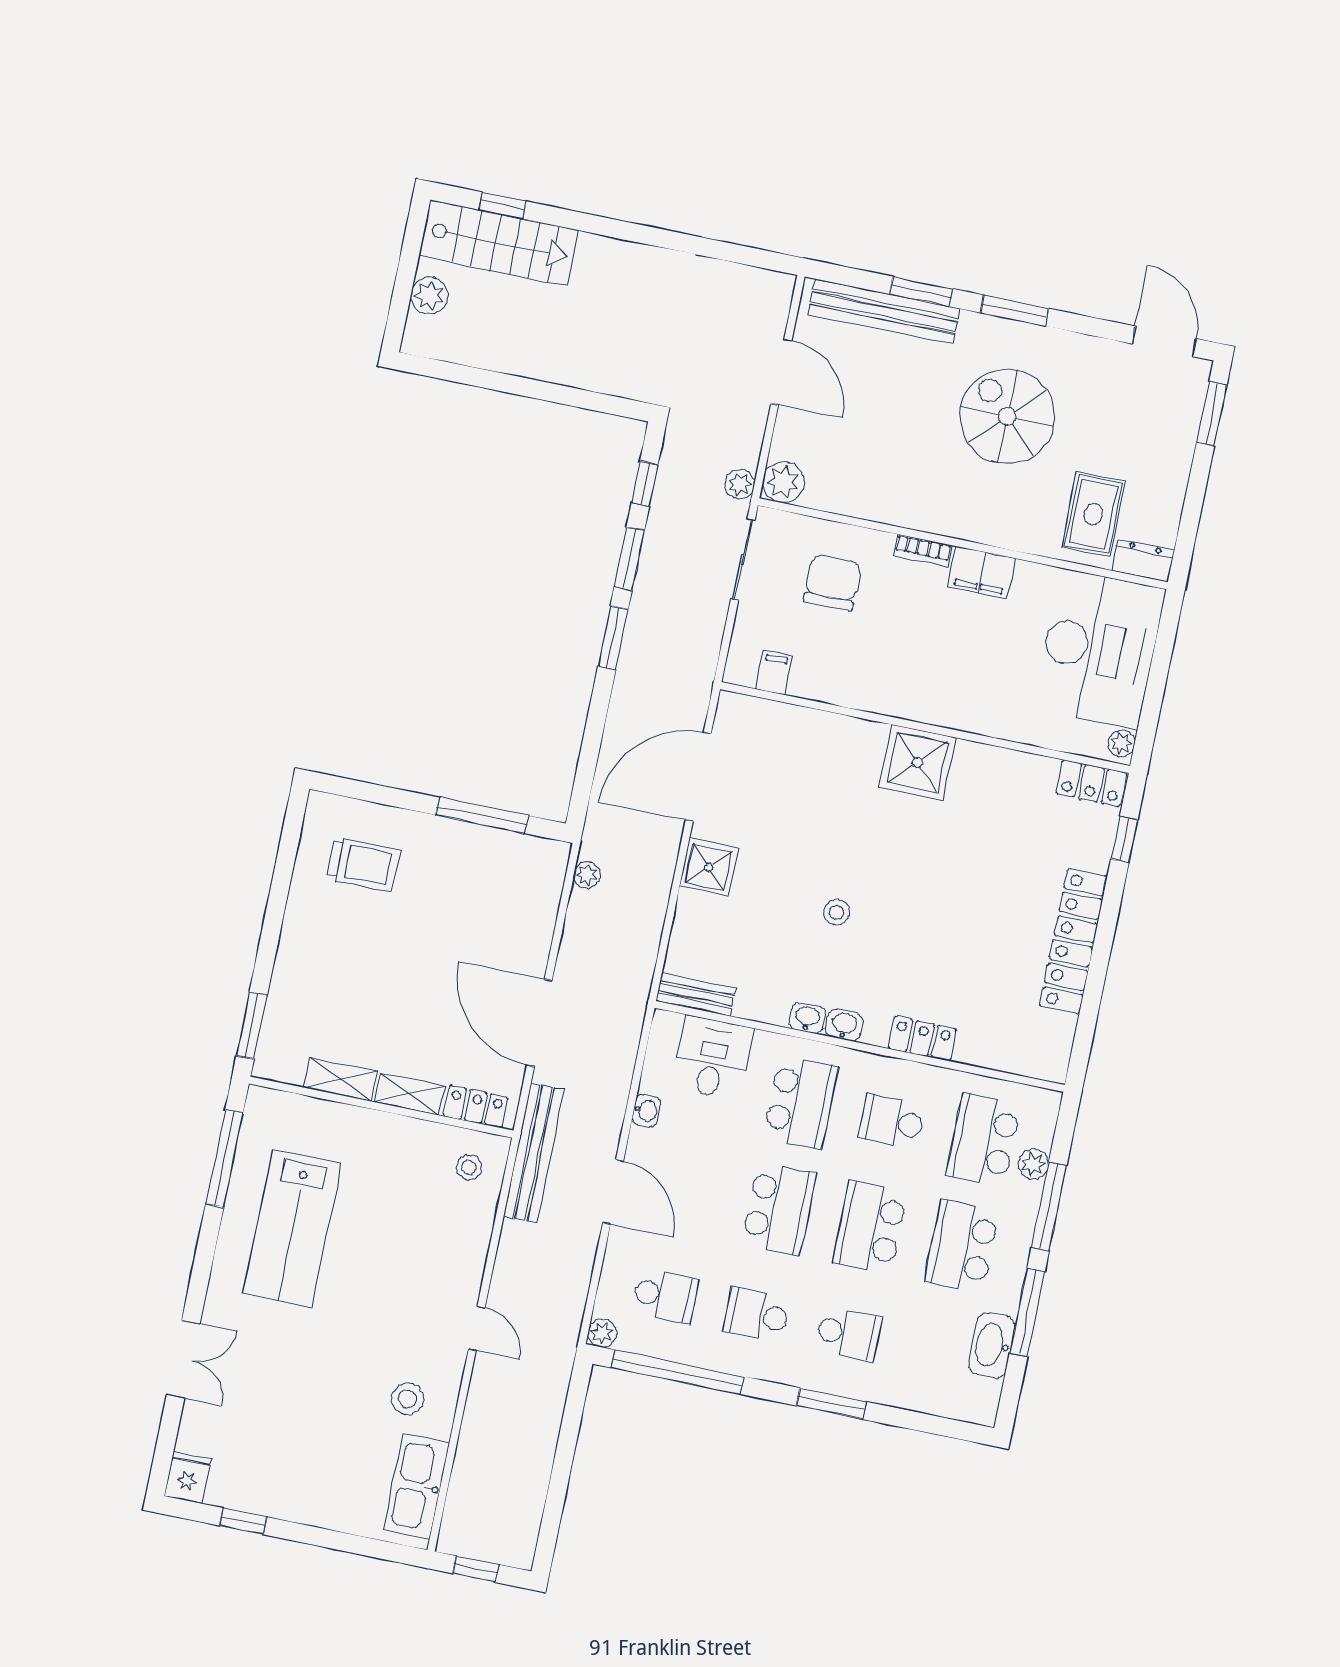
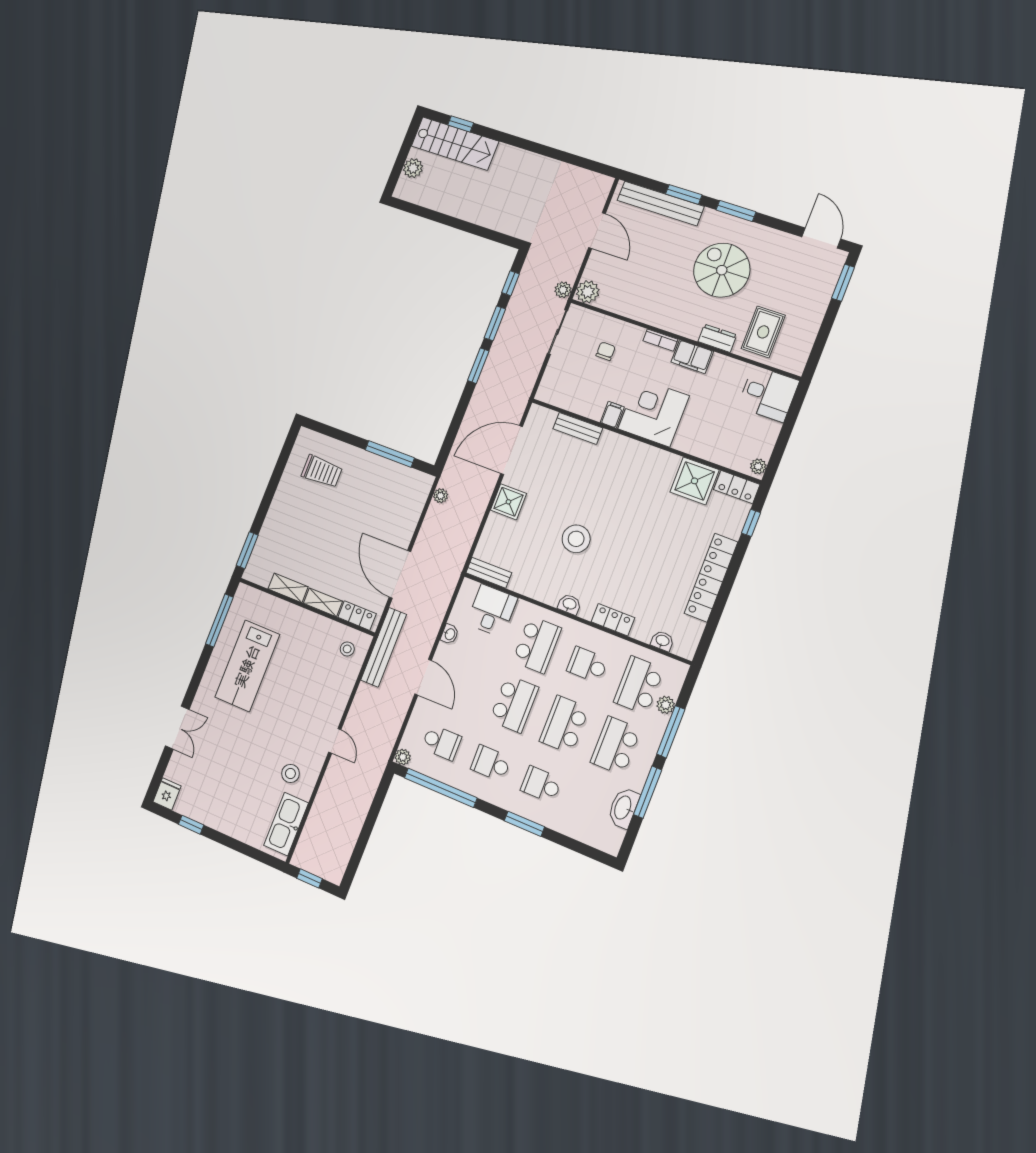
dresser: (1143, 560) -> (717, 338), moved
chair: (832, 582) -> (606, 351), width x0.54, depth x0.54
desk: (1099, 649) -> (768, 394), width x0.53, depth x0.77
filing cabinet: (774, 673) -> (612, 415), moved
corner desk: (932, 677) -> (653, 412), added
bench: (807, 723) -> (578, 428), added
shower: (917, 762) -> (694, 481), moved
stool: (837, 912) -> (576, 539), width x1.89, depth x1.89
washbasin: (807, 1018) -> (662, 641), moved
school desk: (848, 1334) -> (541, 785), turned 180

